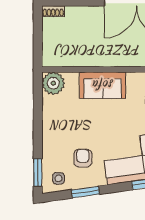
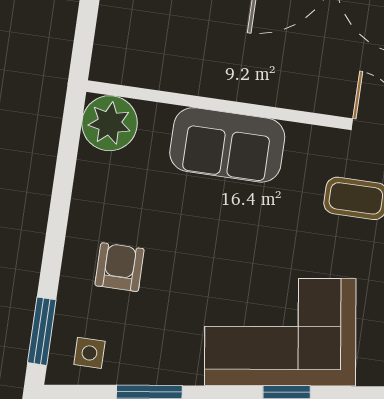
armchair: (83, 158) -> (120, 267), moved

